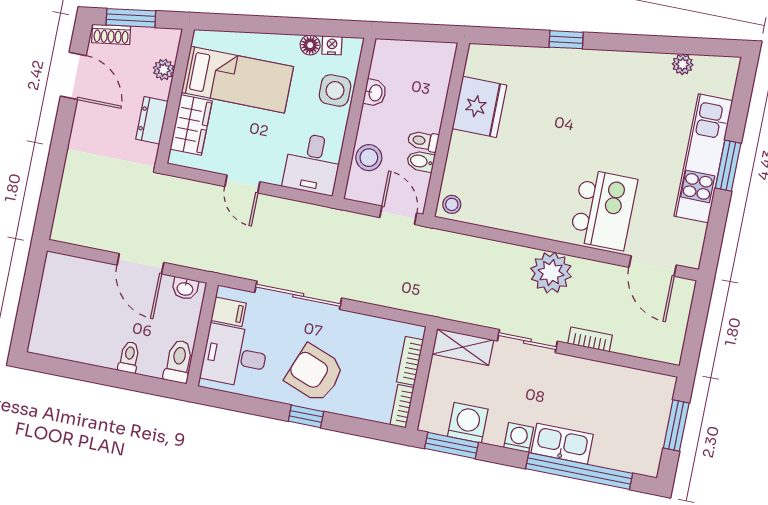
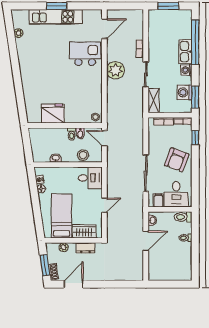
window: (566, 40) -> (18, 83), removed
side table: (335, 90) -> (58, 175), removed
door: (398, 215) -> (104, 138), hinge flipped
window: (306, 416) -> (195, 138), moved

